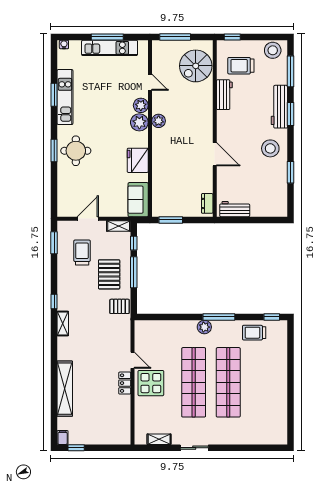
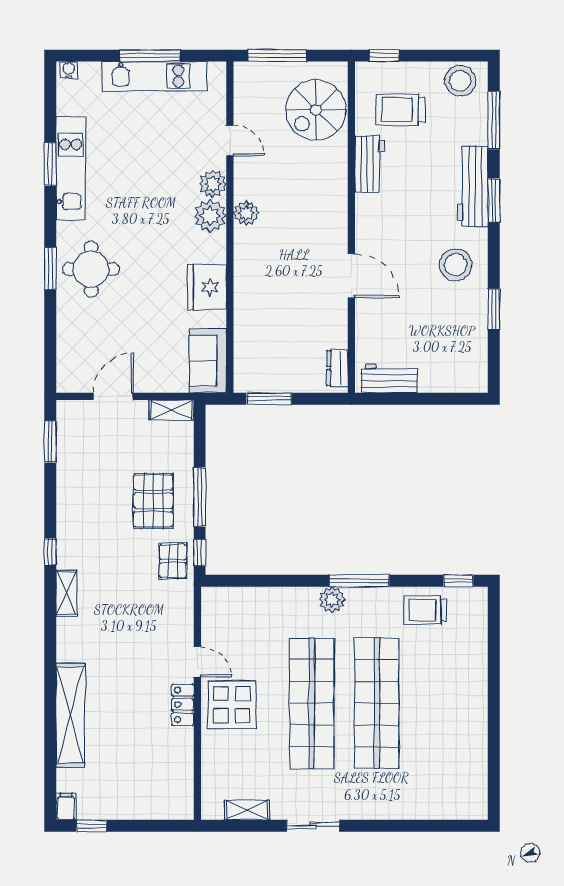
window: (134, 243) -> (200, 553), moved
trolley: (82, 253) -> (103, 460), removed
pallet: (120, 306) -> (173, 561), turned 90

